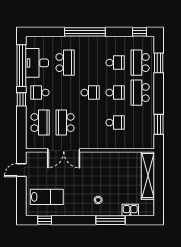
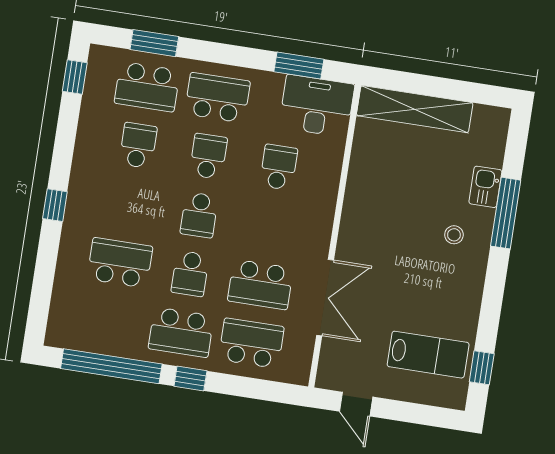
window: (85, 32) -> (55, 205), width x0.32
desk: (37, 63) -> (317, 106), moved, turned 180
school desk: (40, 93) -> (181, 332), width x1.85
school desk: (65, 93) -> (190, 274), added
school desk: (90, 93) -> (199, 215), turned 180
school desk: (140, 93) -> (217, 98), turned 180
lab bench: (47, 197) -> (428, 355), turned 90
kitchen sink: (130, 210) -> (485, 187), moved

